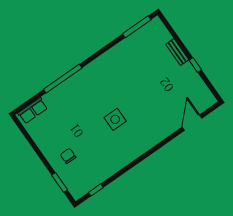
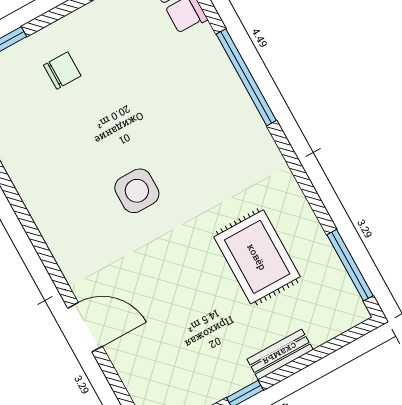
rug: (137, 66) -> (257, 257), added
door: (192, 123) -> (85, 327), moved

